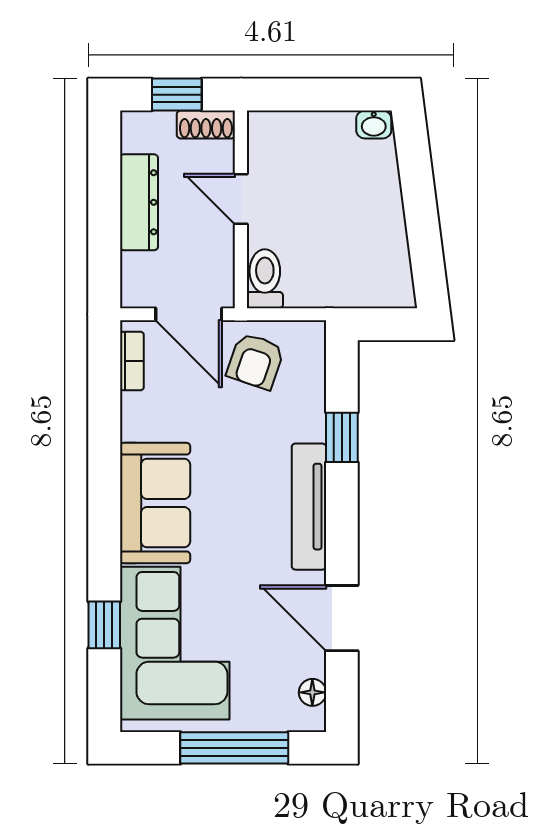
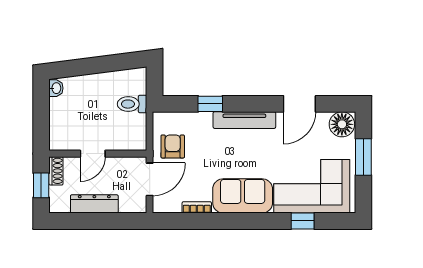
toilet: (265, 279) -> (132, 104), moved
bookcase: (132, 361) -> (197, 207), moved
armchair: (255, 361) -> (173, 146), turned -109
floor lamp: (312, 692) -> (342, 124), width x1.89, depth x1.89
window: (234, 748) -> (363, 157), width x0.69

